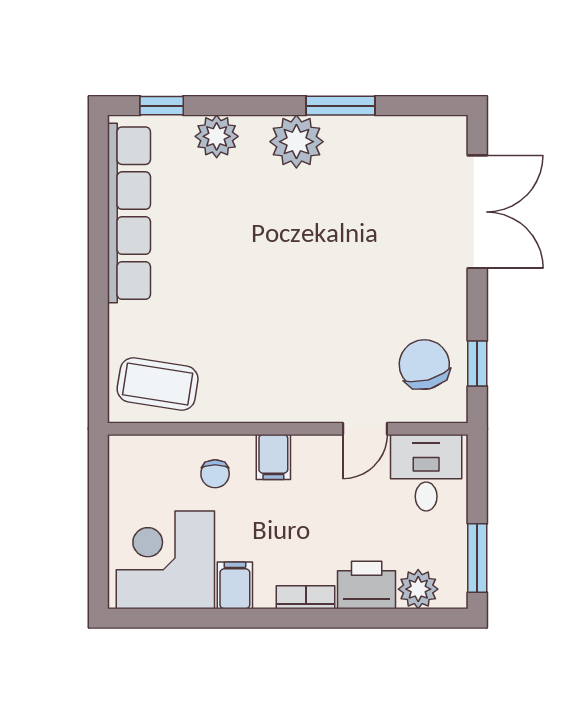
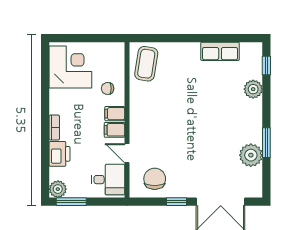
plant: (296, 142) -> (251, 155), moved
row of seats: (129, 213) -> (220, 51), width x0.50
window: (477, 364) -> (177, 202), moved
chair: (424, 365) -> (155, 179), turned -75
filing cabinet: (235, 585) -> (114, 130), moved, turned 180
plant: (418, 589) -> (58, 189), moved

